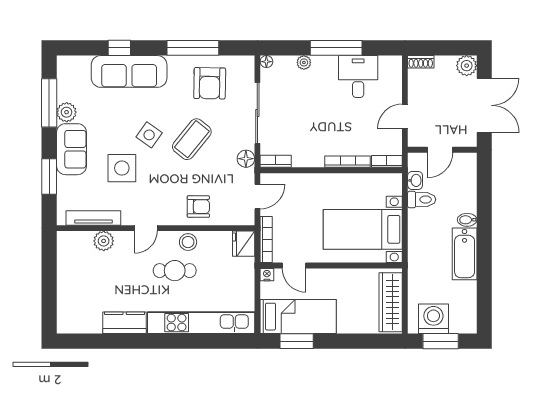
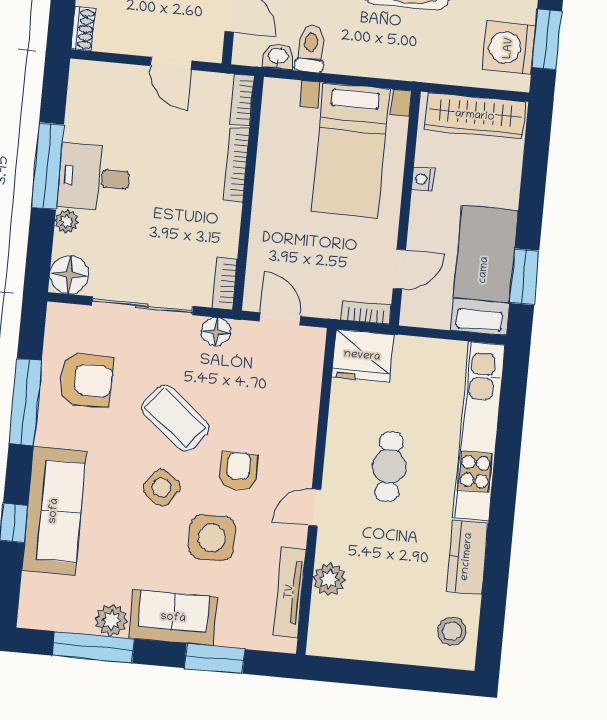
floor lamp: (266, 62) -> (69, 275), width x1.89, depth x1.89
desk: (358, 76) -> (94, 177), moved
armchair: (198, 207) -> (238, 471), moved
door: (146, 228) -> (315, 508), swing flipped
bookcase: (266, 240) -> (366, 312), width x0.64
stool: (188, 242) -> (452, 631), moved
fridge: (244, 244) -> (362, 356), width x1.36, depth x1.34
nightstand: (267, 275) -> (423, 179), moved

